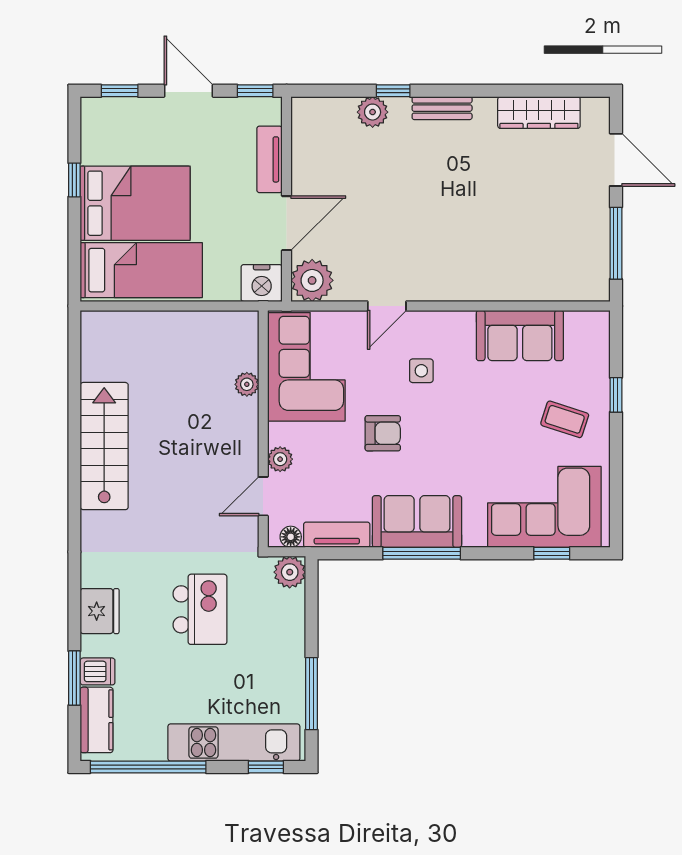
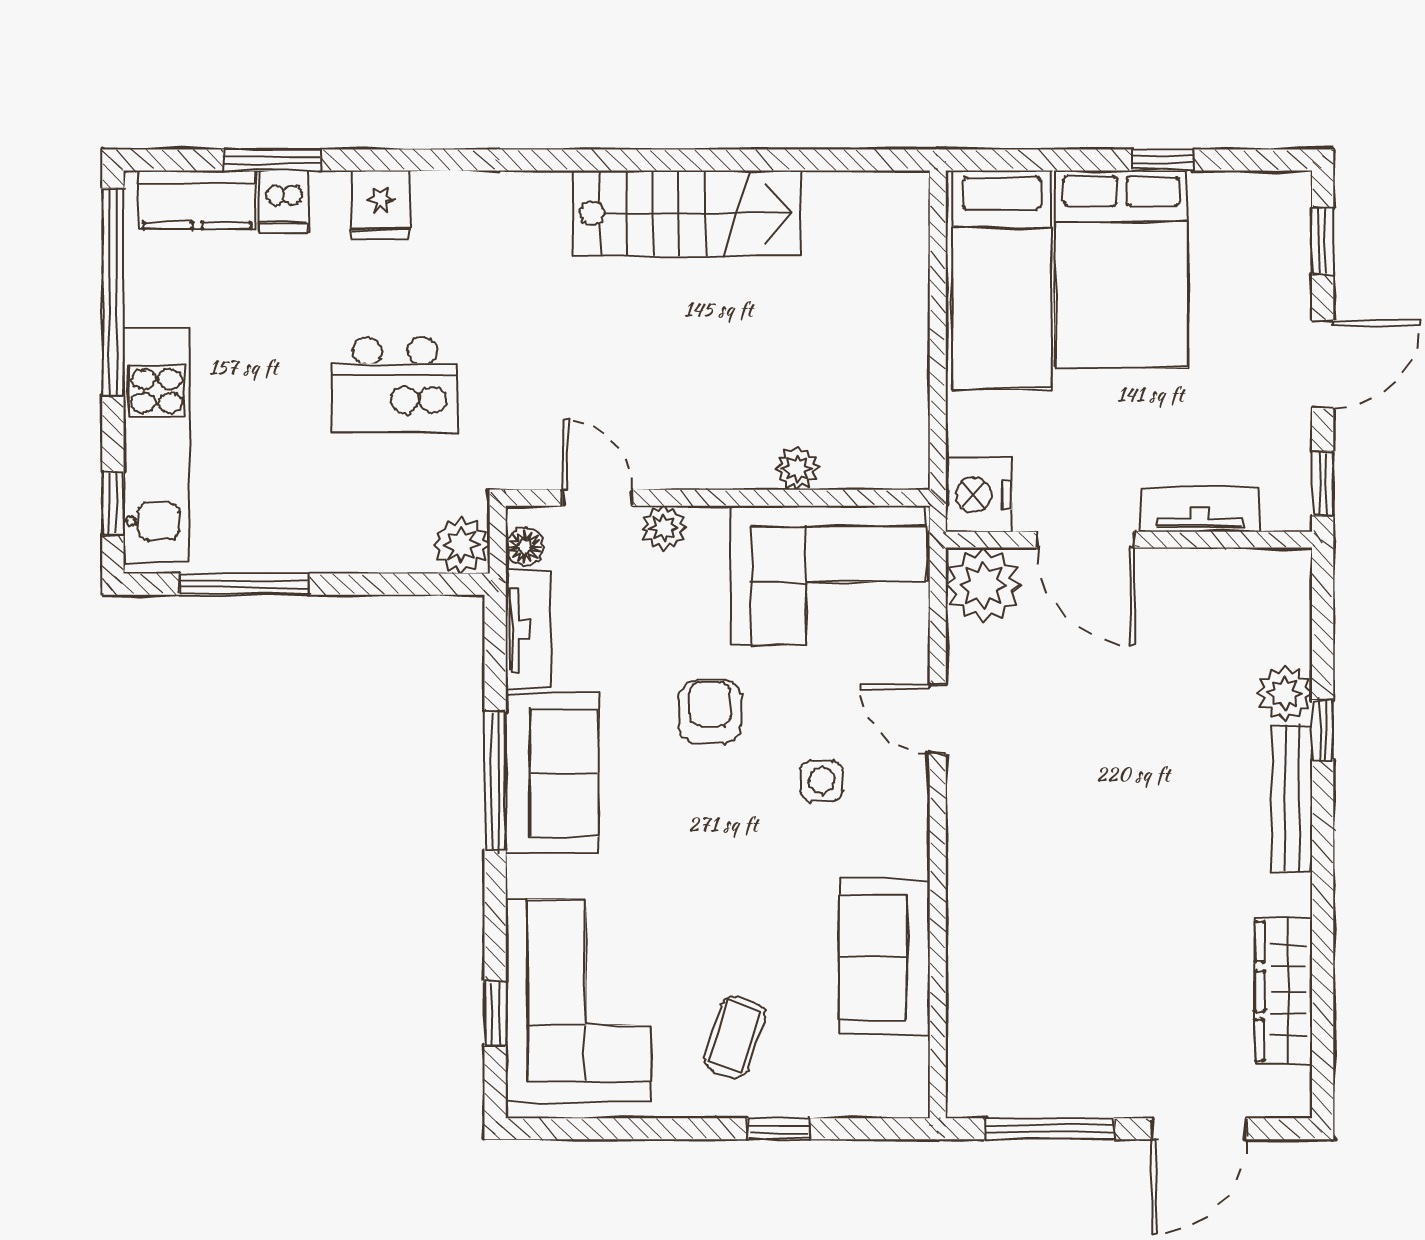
bench: (442, 108) -> (1292, 798), width x1.36
armchair: (383, 433) -> (710, 712), turned 180
fridge: (100, 611) -> (381, 205), width x0.72

